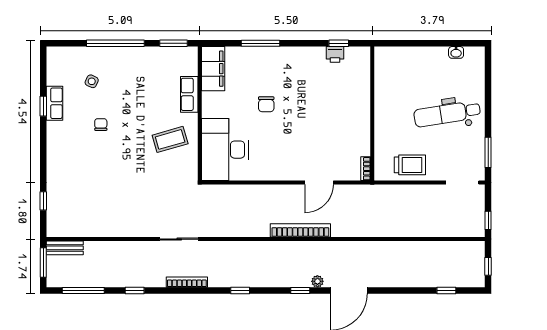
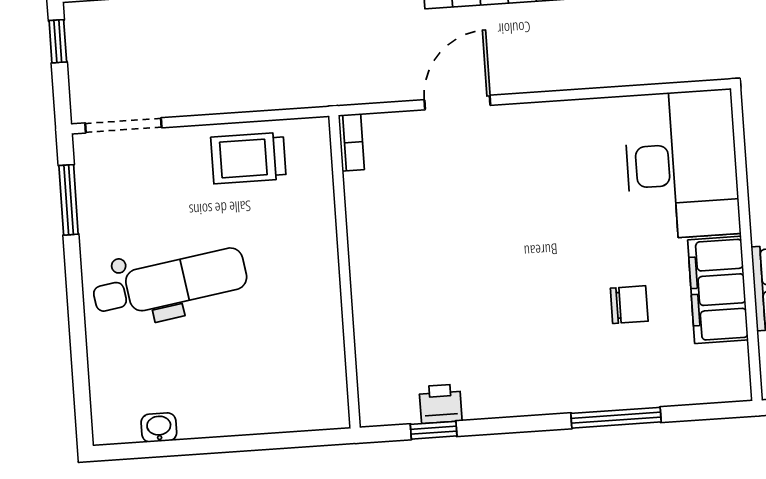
filing cabinet: (213, 69) -> (718, 290), moved
chair: (266, 104) -> (629, 305), moved, turned 90

